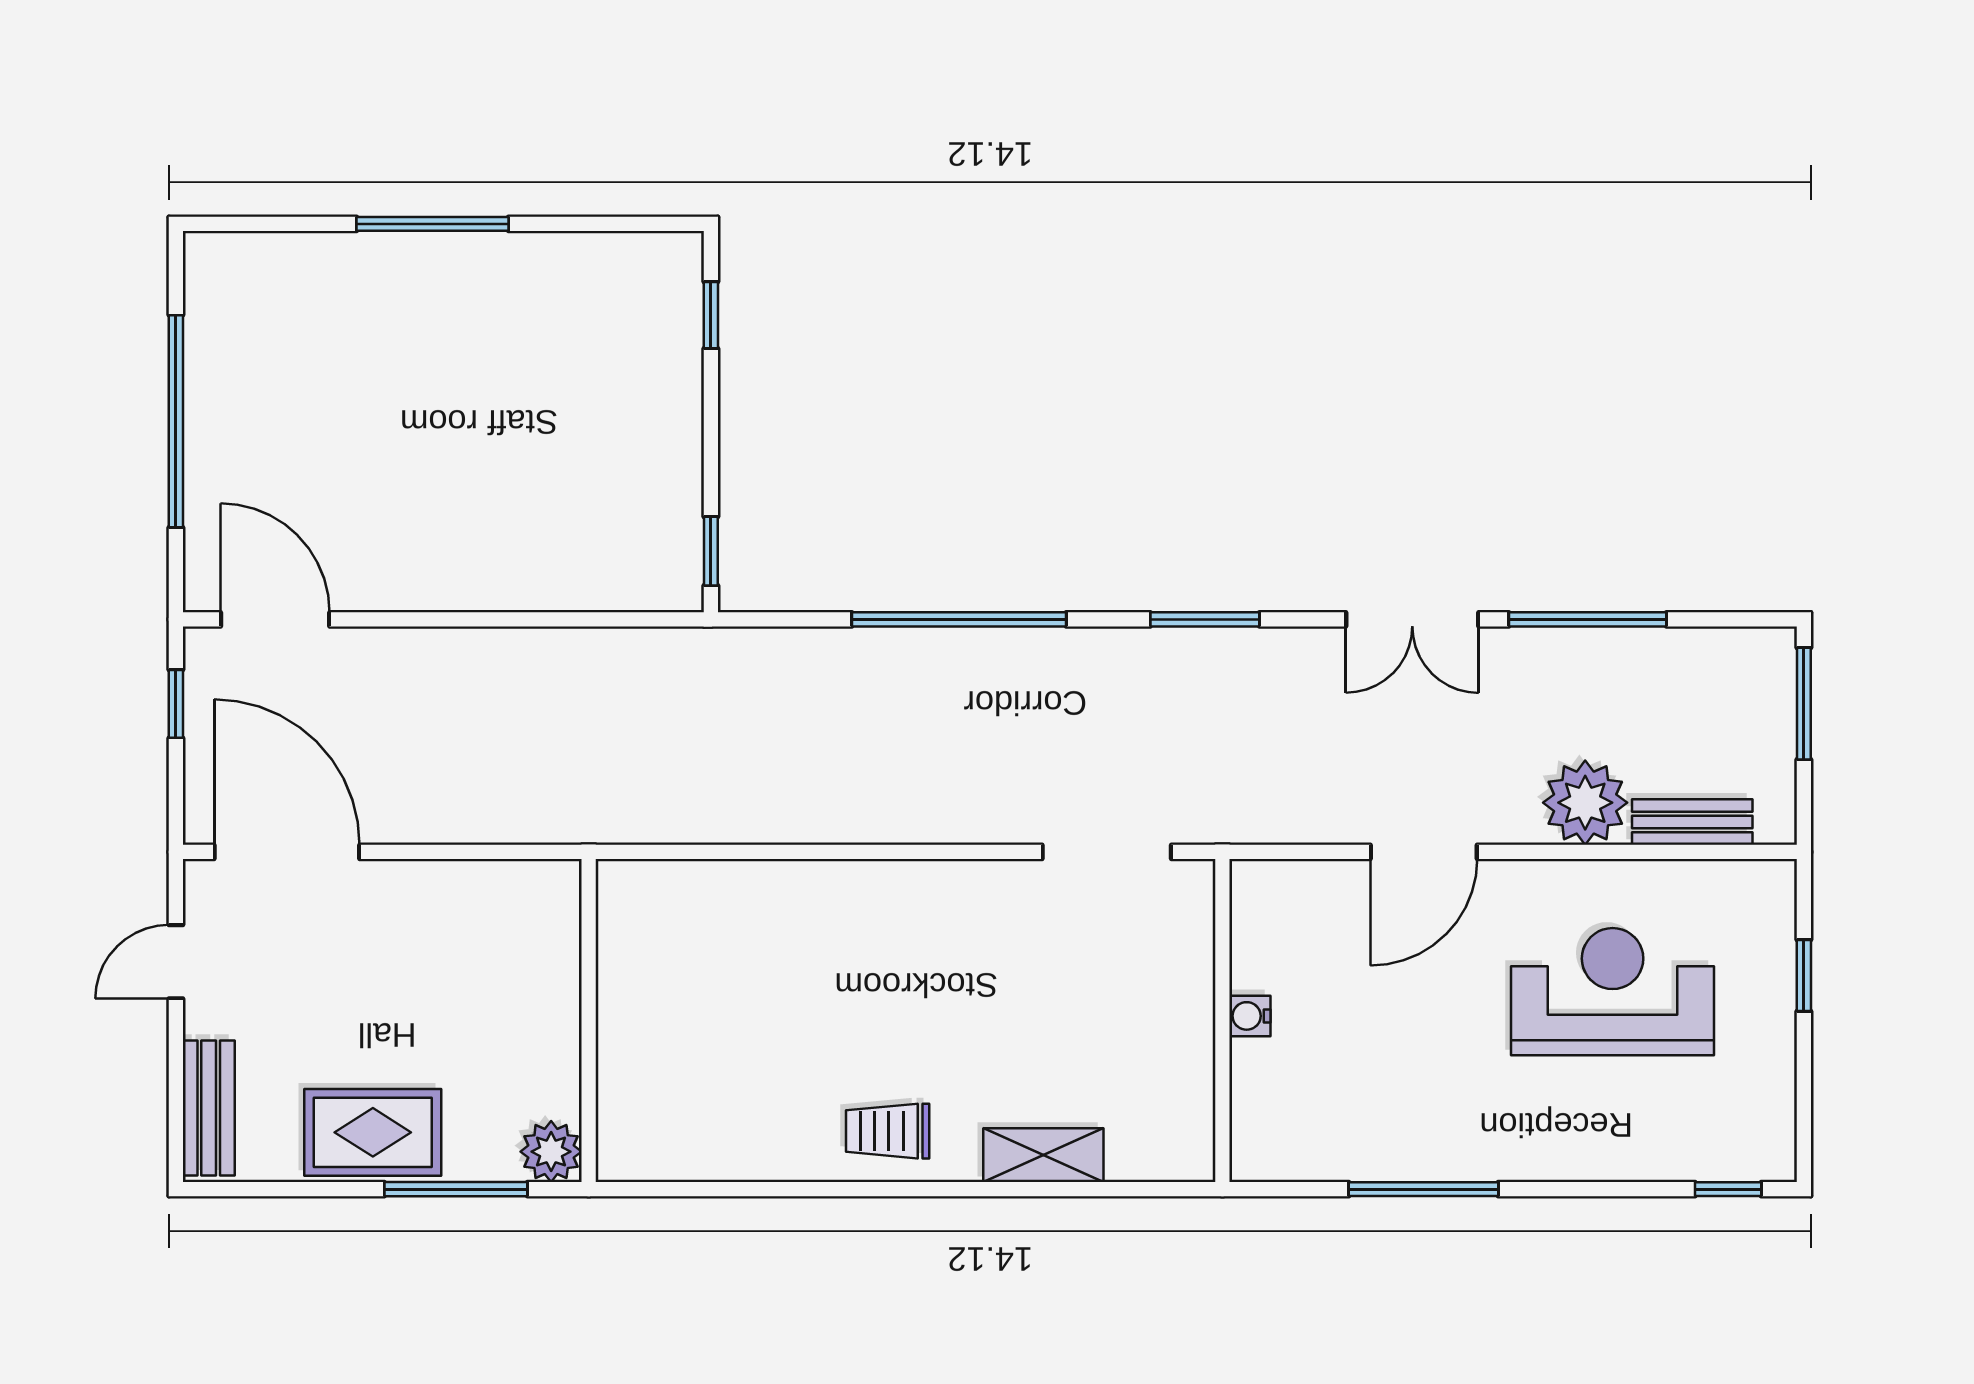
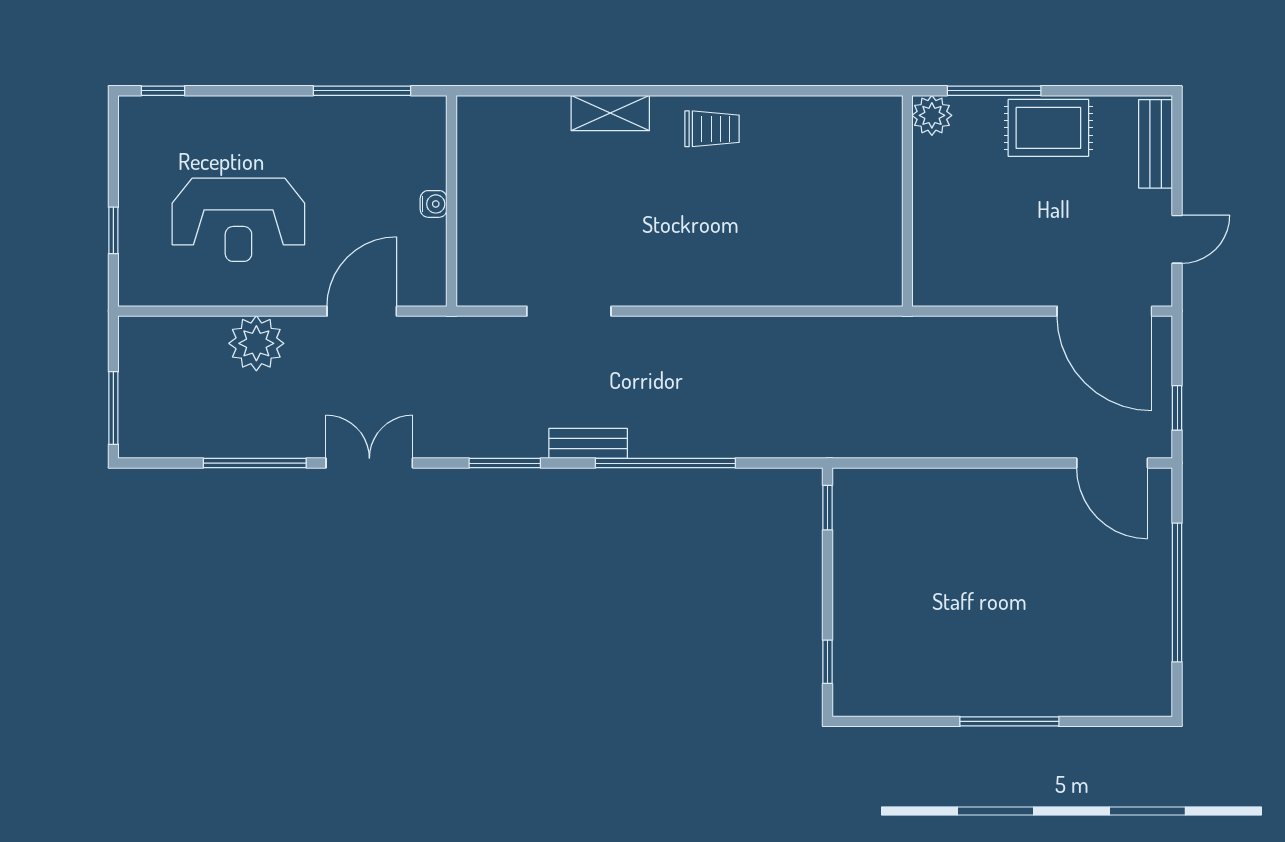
bench: (1692, 822) -> (588, 443), moved
water cooler: (1250, 1016) -> (434, 204), moved
wall: (1222, 1021) -> (452, 201), moved

